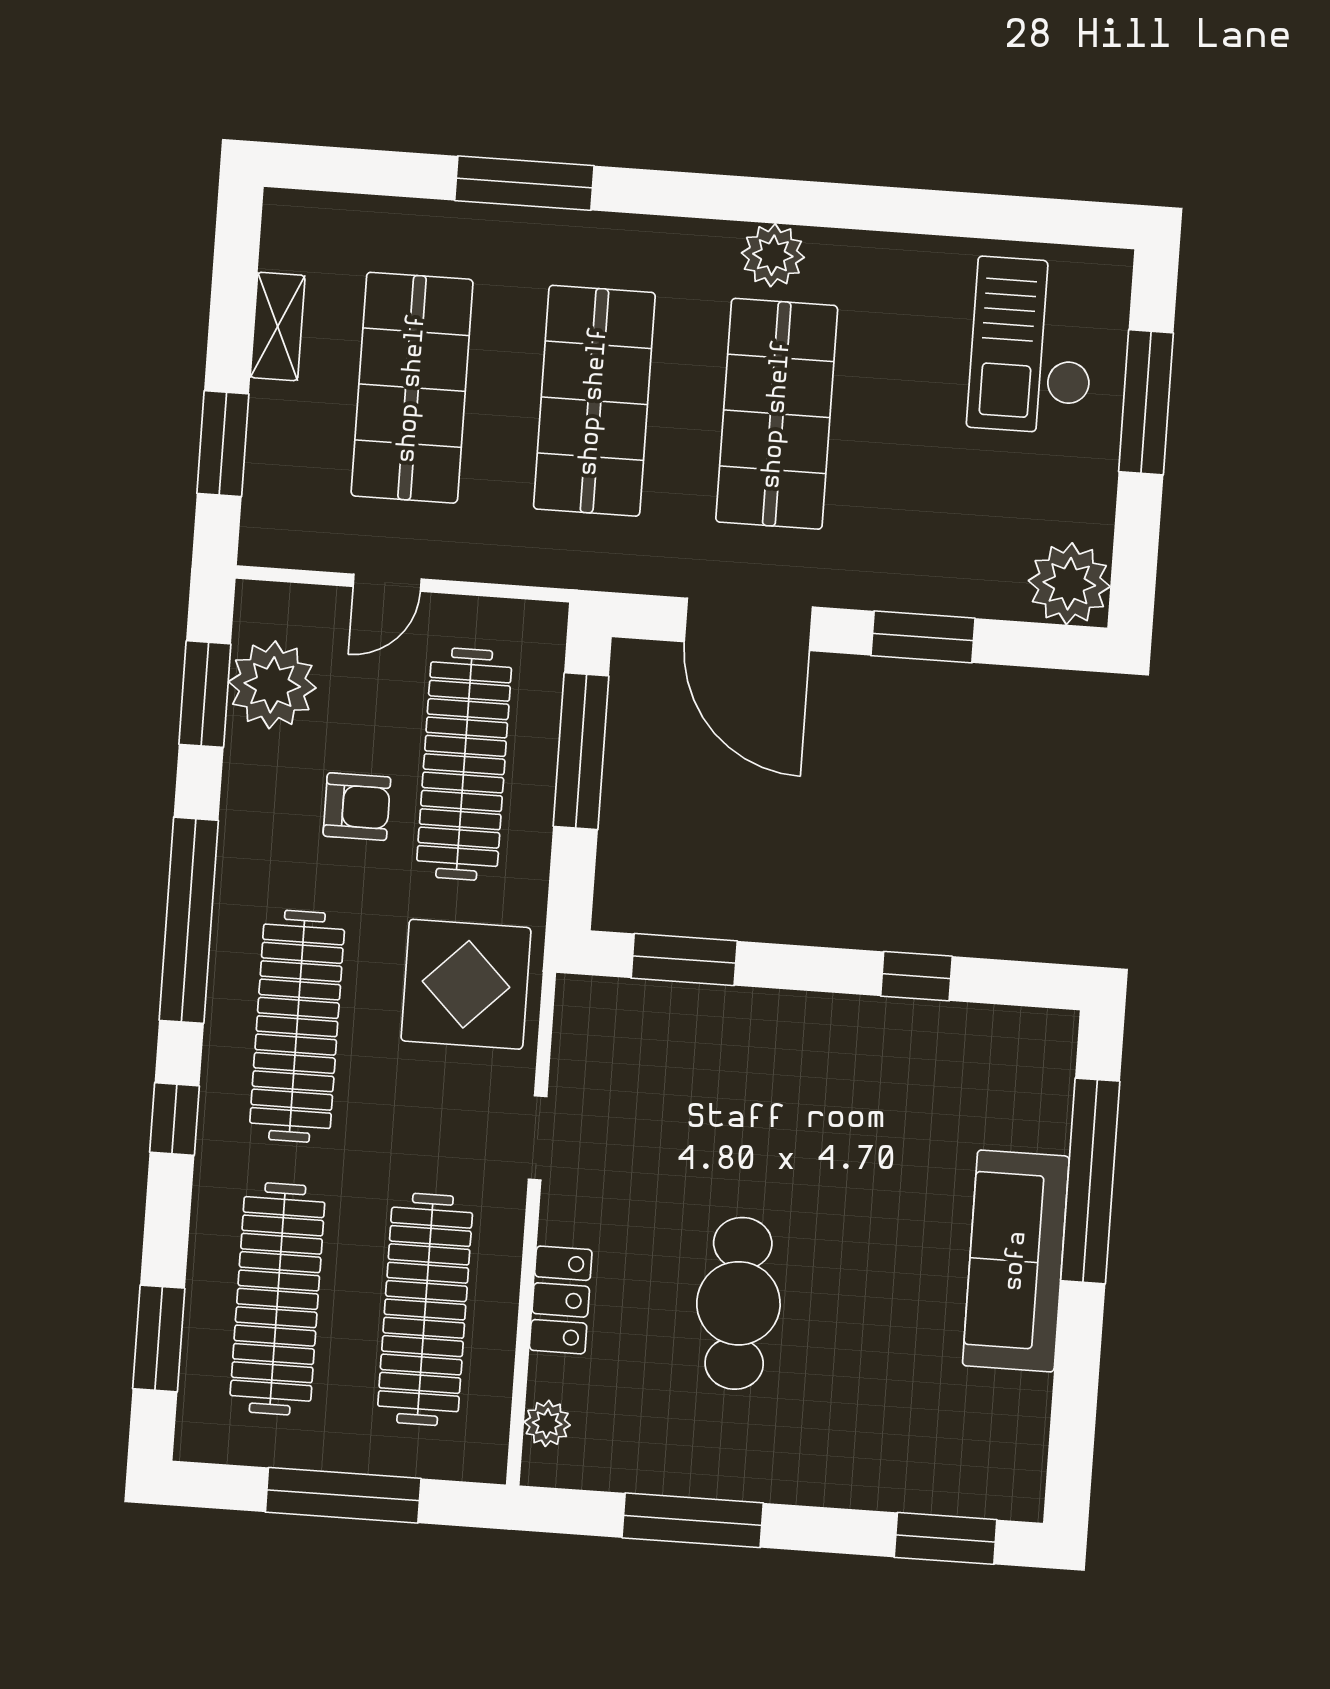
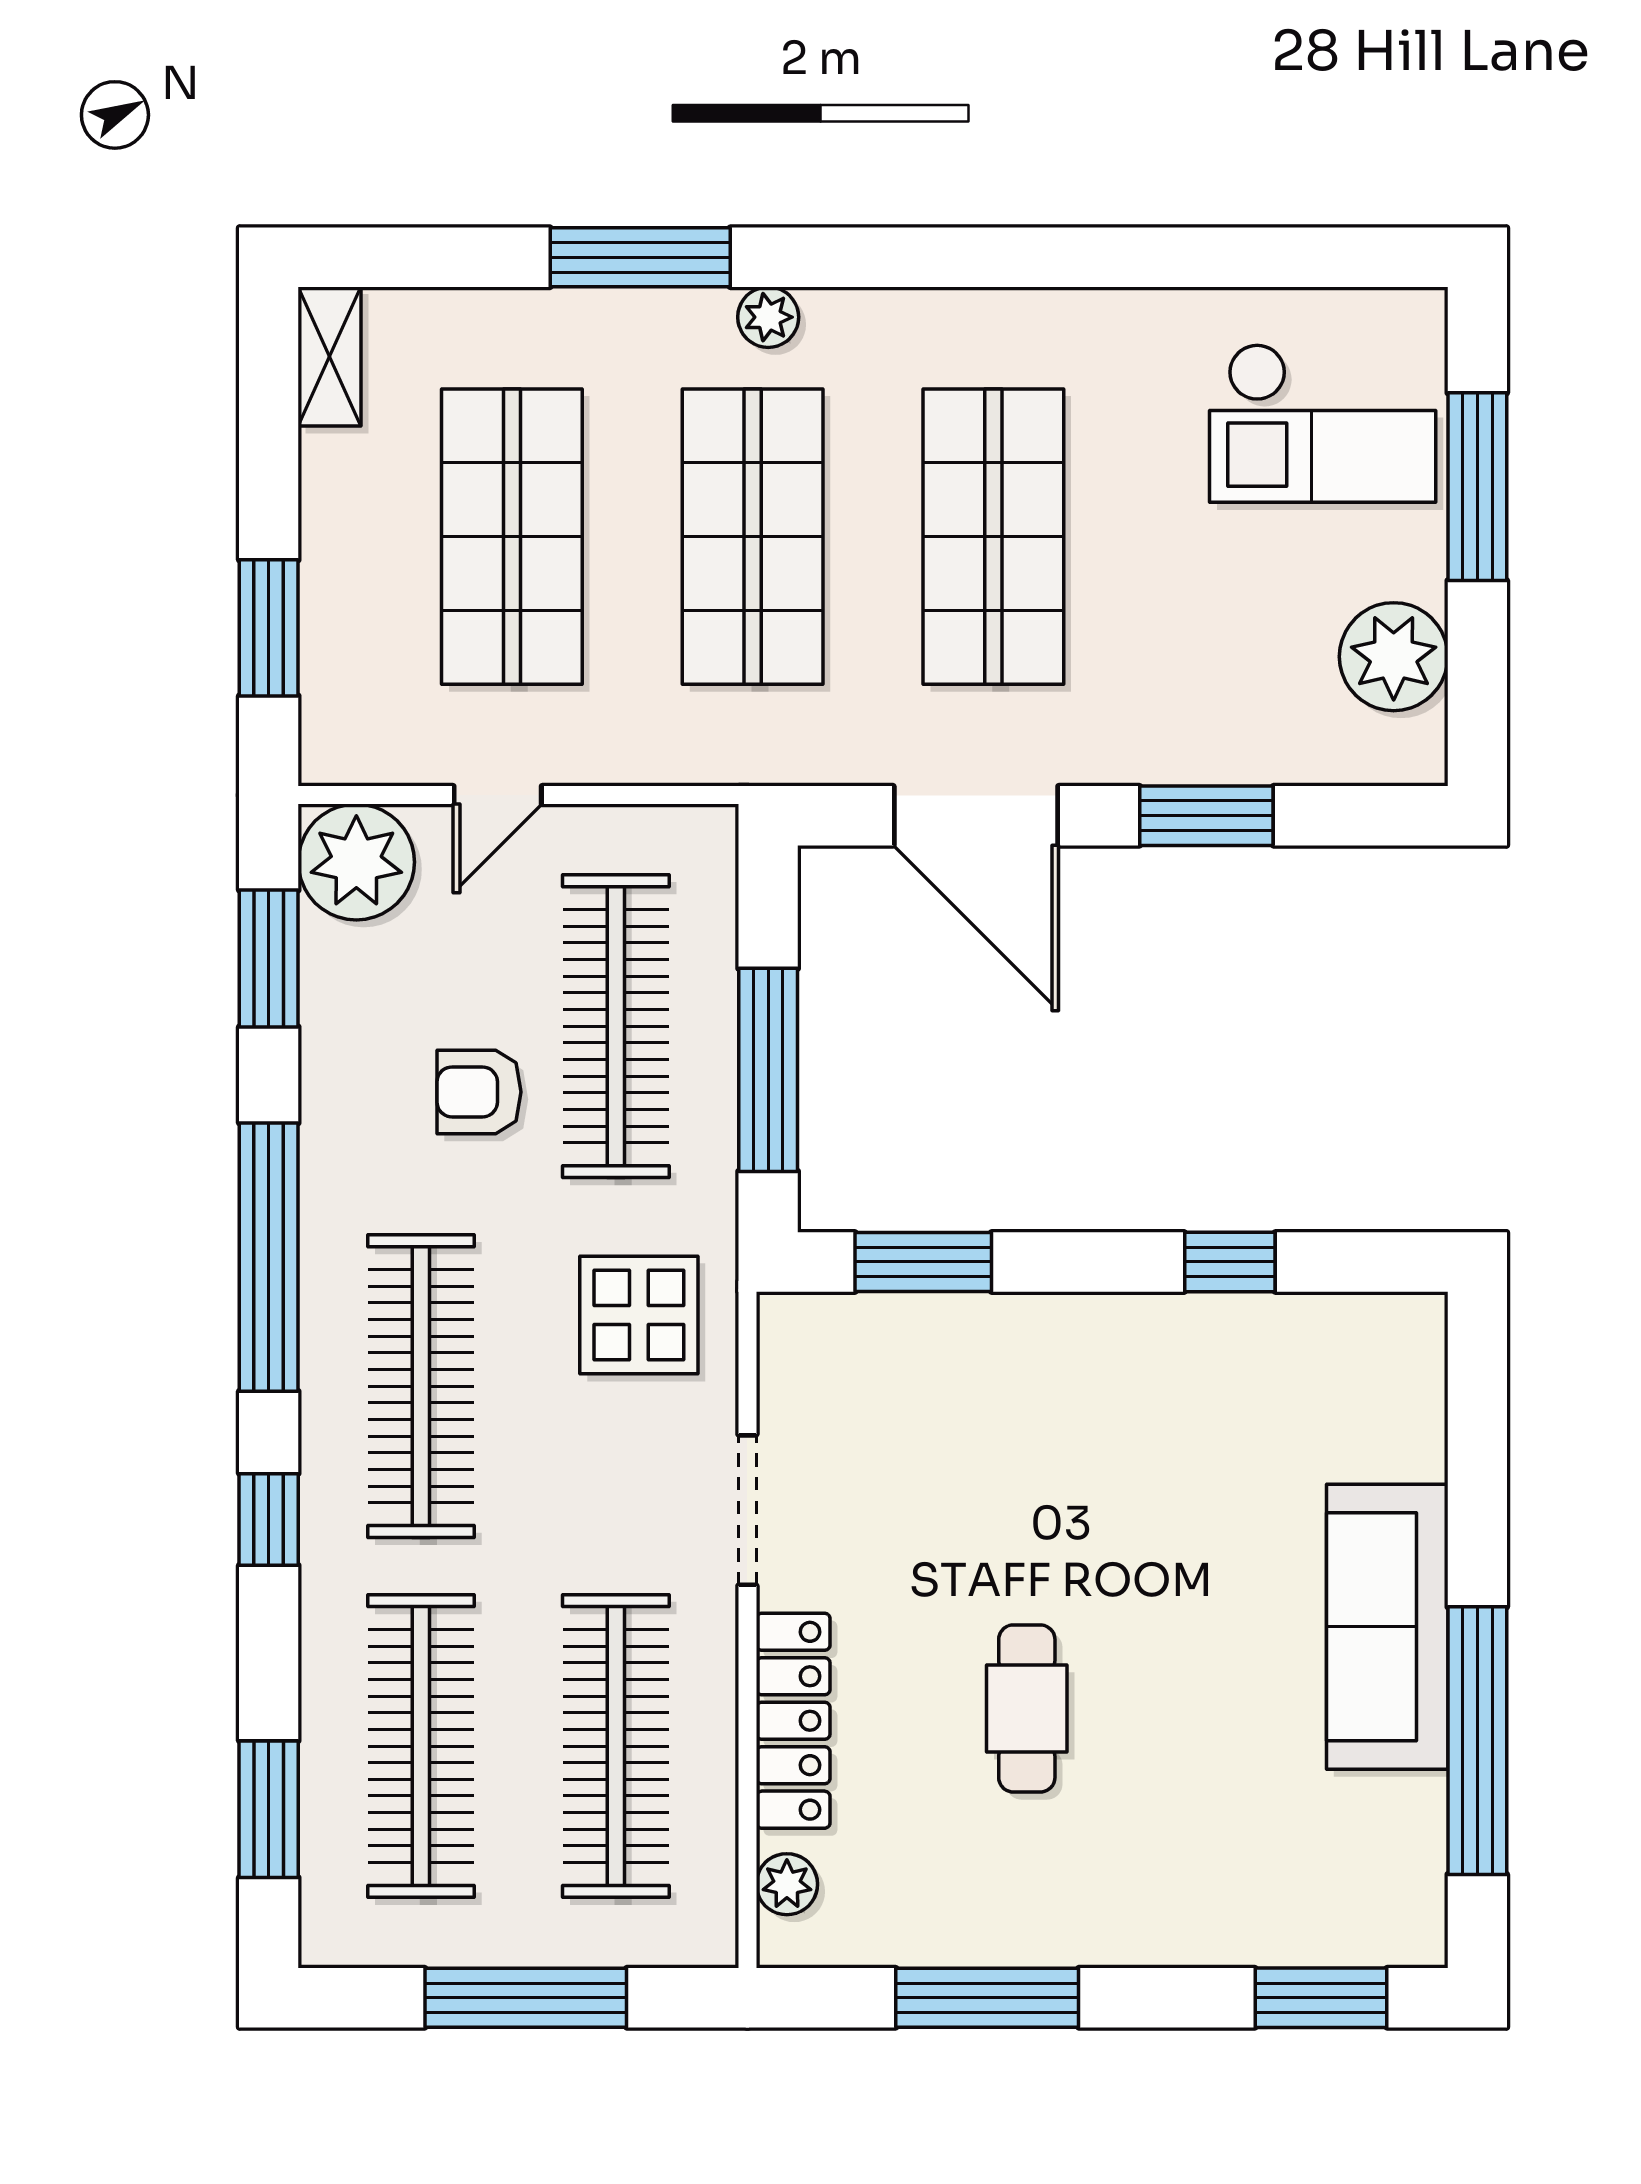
plant: (773, 255) -> (768, 317), moved, width x0.73, depth x0.73
shelving: (278, 326) -> (330, 356), moved
checkout: (1032, 346) -> (1323, 423), turned -90
plant: (1069, 584) -> (1394, 657), moved
plant: (272, 685) -> (356, 862), moved
window: (581, 751) -> (768, 1070), moved
armchair: (357, 807) -> (479, 1092), turned 180
display table: (466, 984) -> (639, 1315), width x0.73, depth x0.73
doorway: (538, 1138) -> (747, 1510), width x1.38
window: (1090, 1181) -> (1477, 1741), moved
locker: (561, 1300) -> (793, 1721), width x1.53
cafe table: (738, 1303) -> (1027, 1708), width x0.73, depth x0.74

